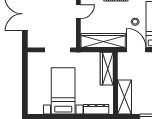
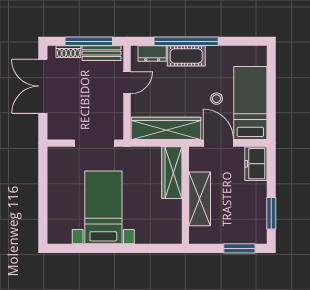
shelving: (124, 97) -> (200, 199), moved
dresser: (96, 109) -> (155, 236), removed

